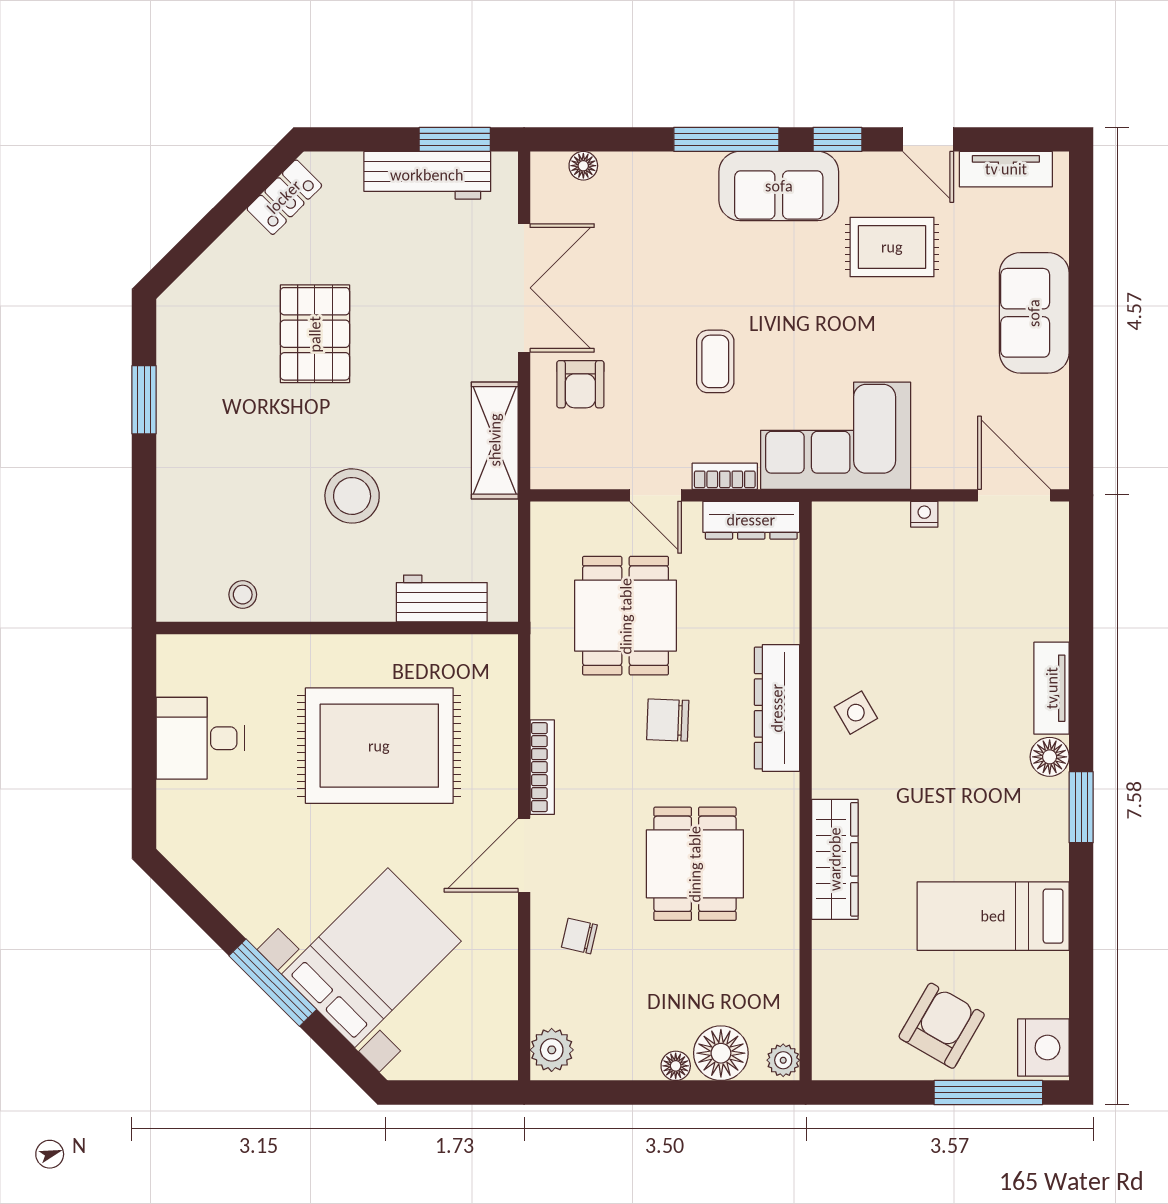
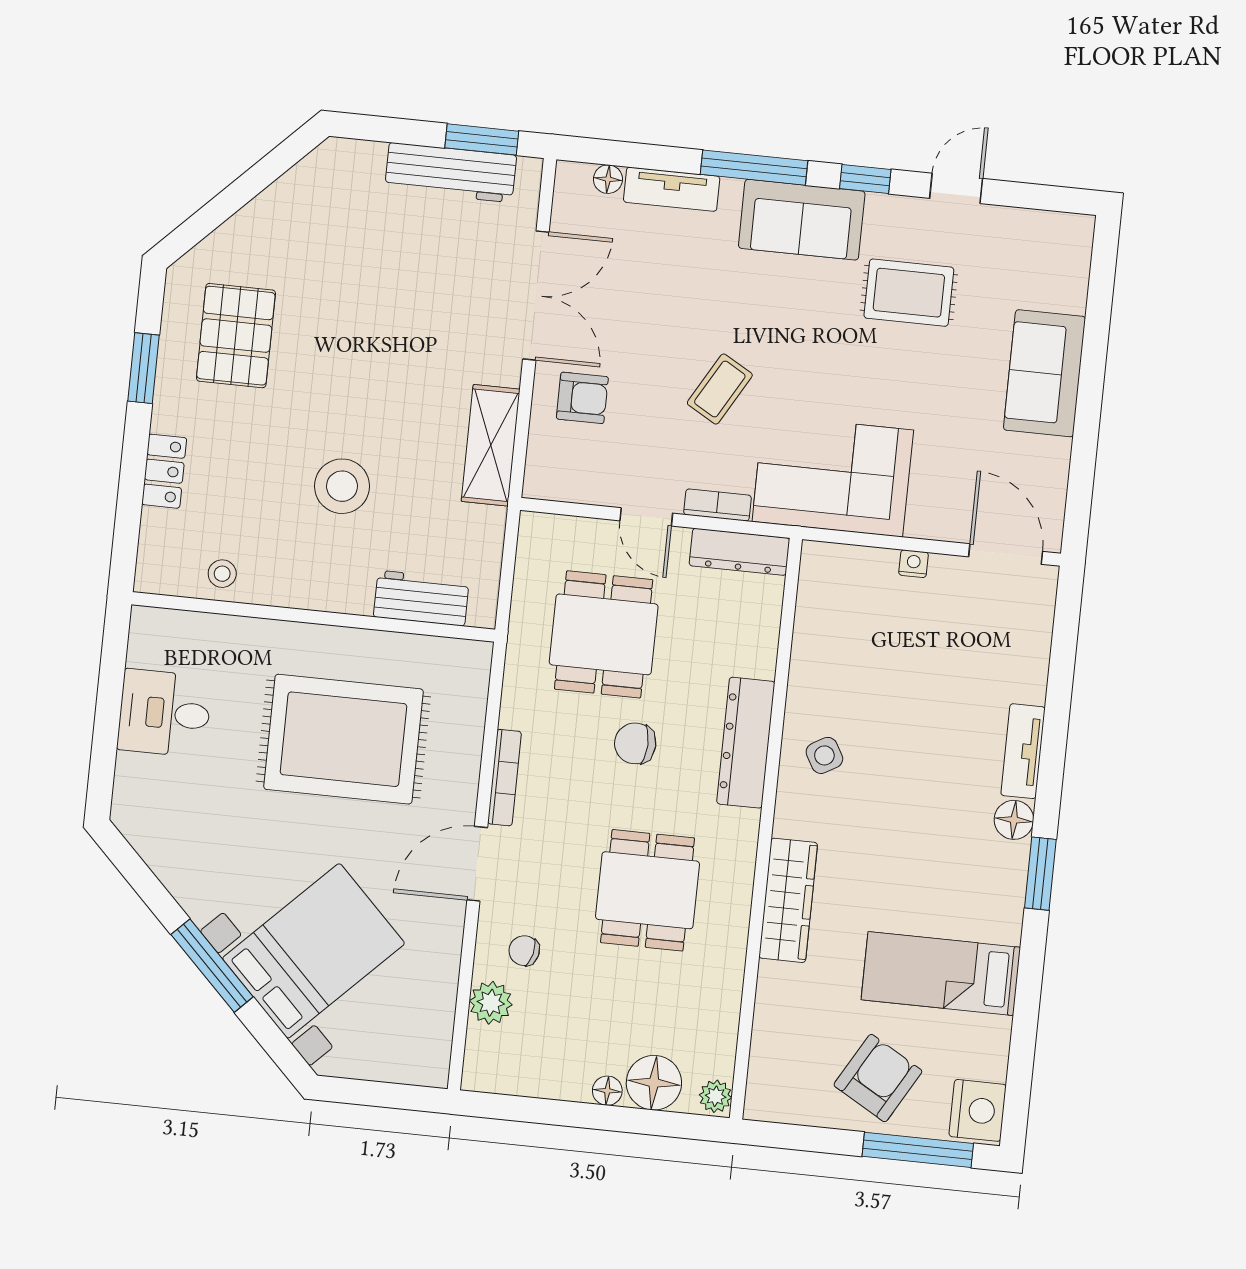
door: (928, 139) -> (956, 188), swing flipped
tv unit: (1006, 169) -> (672, 189), moved
locker: (284, 197) -> (164, 471), moved, turned -45
pallet: (315, 334) -> (236, 336), moved
coffee table: (715, 361) -> (720, 389), turned 30
armchair: (580, 384) -> (582, 398), turned -90
plant: (552, 1050) -> (491, 1003), moved

